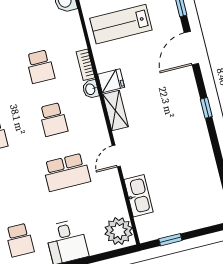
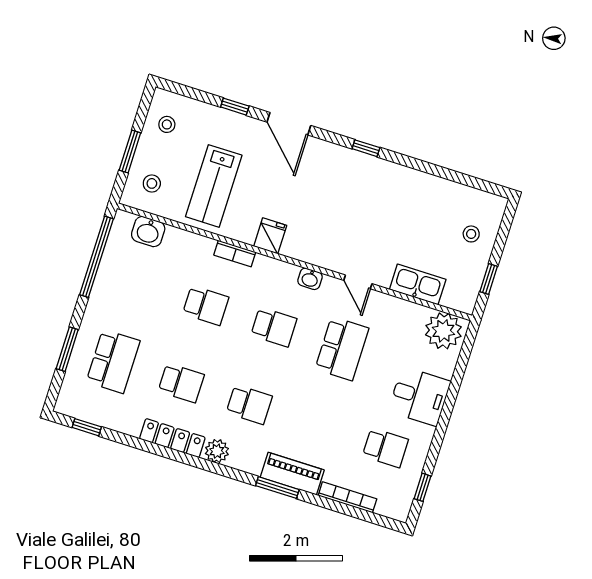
washbasin: (91, 89) -> (310, 279), moved
shelving: (115, 111) -> (307, 252), removed
stool: (193, 210) -> (471, 234), added

